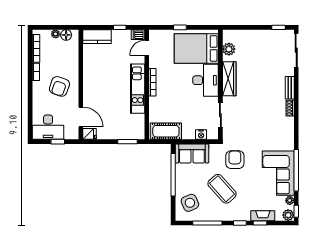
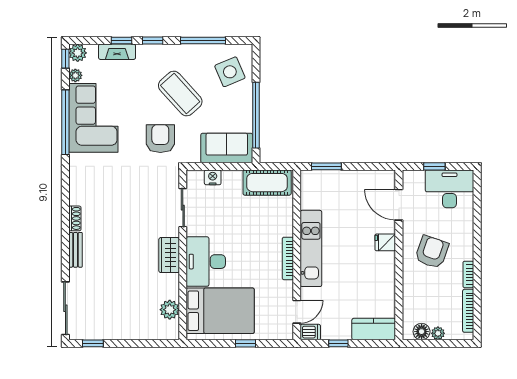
wardrobe: (229, 79) -> (169, 255), width x0.67
fridge: (90, 134) -> (385, 242), moved
armchair: (235, 160) -> (160, 139), turned 180

